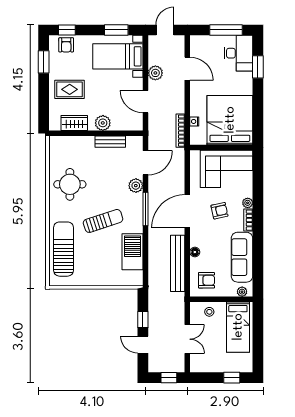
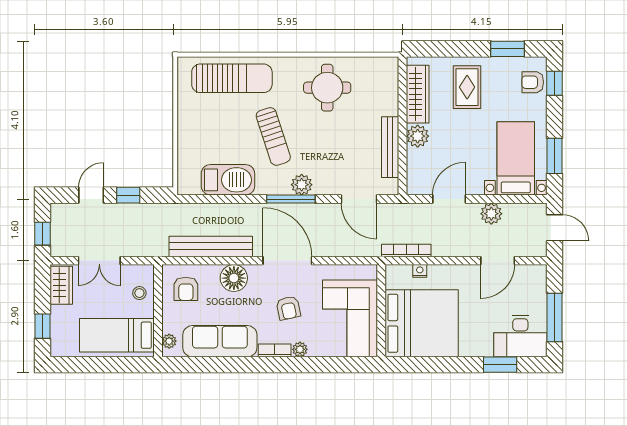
wardrobe: (74, 123) -> (418, 94), width x1.50
bench: (110, 142) -> (390, 147), width x1.36
plant: (136, 186) -> (302, 185), moved
floor lamp: (195, 252) -> (234, 278), width x1.89, depth x1.89
wardrobe: (204, 365) -> (61, 285), added

